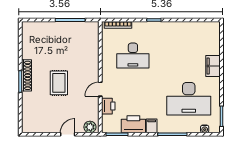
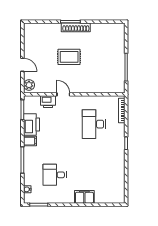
desk: (189, 99) -> (55, 175), width x0.53, depth x0.77

